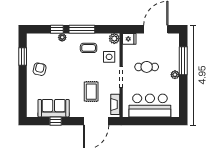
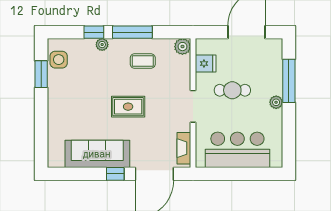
fridge: (129, 39) -> (206, 64), moved
side table: (109, 57) -> (59, 60), moved
armchair: (40, 69) -> (67, 94), removed
rug: (91, 92) -> (128, 107), moved, turned 90
sofa: (54, 108) -> (97, 154), width x1.36
window: (56, 121) -> (115, 174), moved

